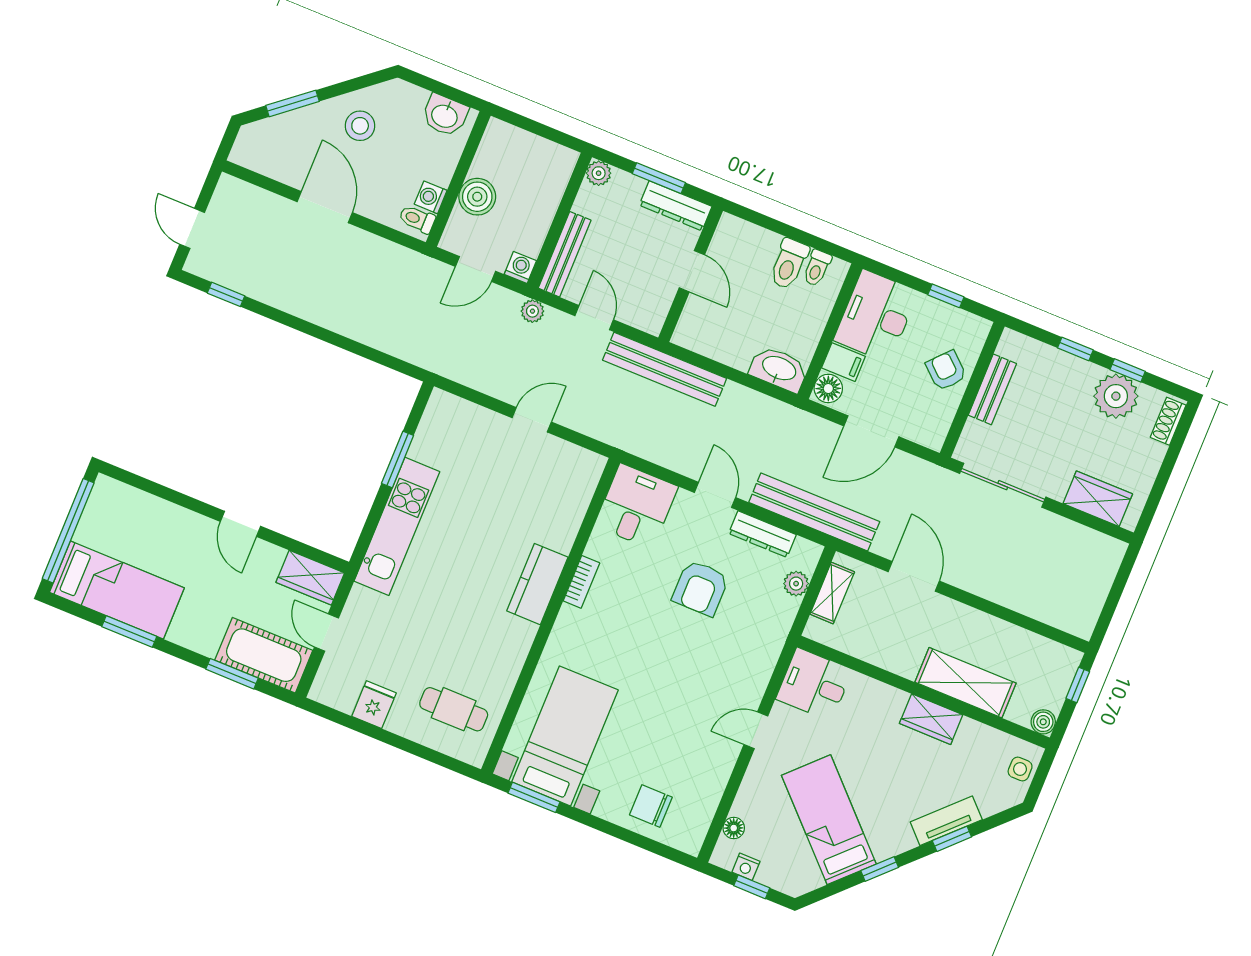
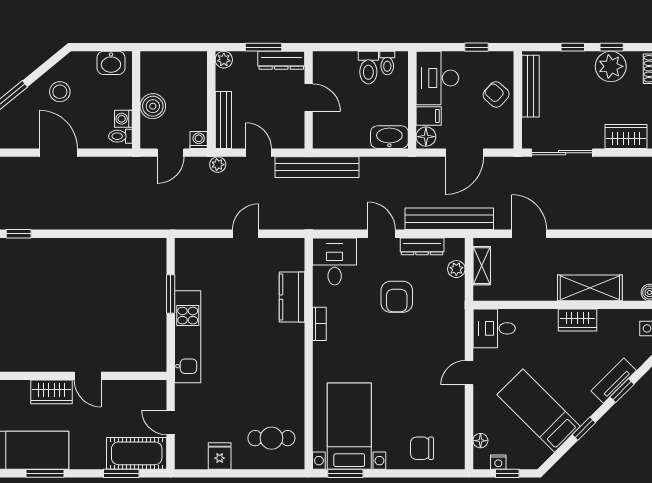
bench: (992, 389) -> (530, 86), width x1.36
wardrobe: (310, 578) -> (51, 392), moved
kitchen counter: (537, 584) -> (292, 297), moved

